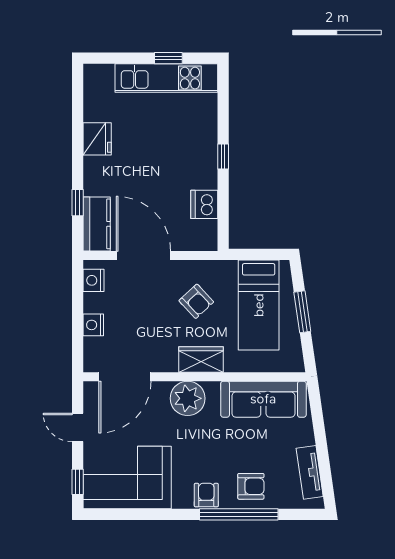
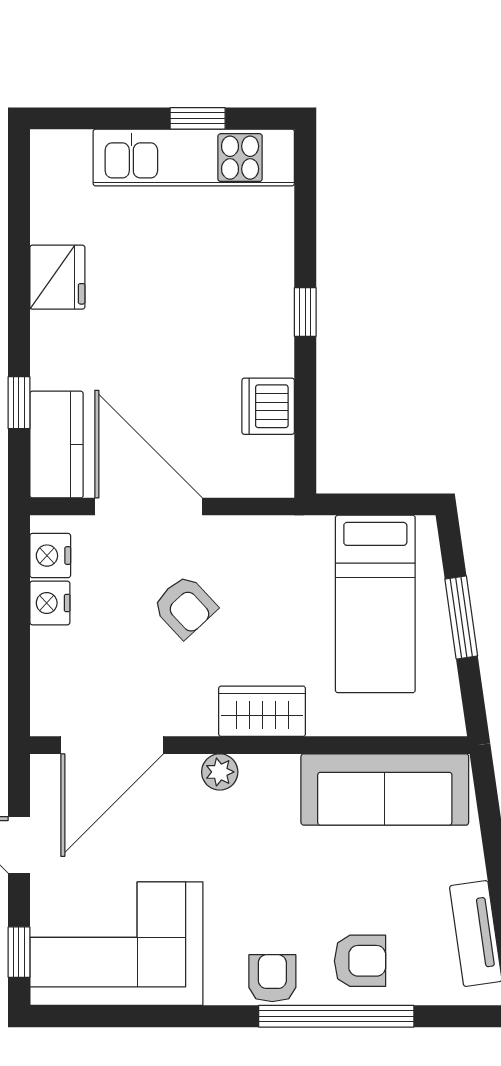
armchair: (196, 301) -> (185, 607), moved
nightstand: (93, 325) -> (50, 603), moved
plant: (188, 398) -> (220, 772), width x0.53, depth x0.53

